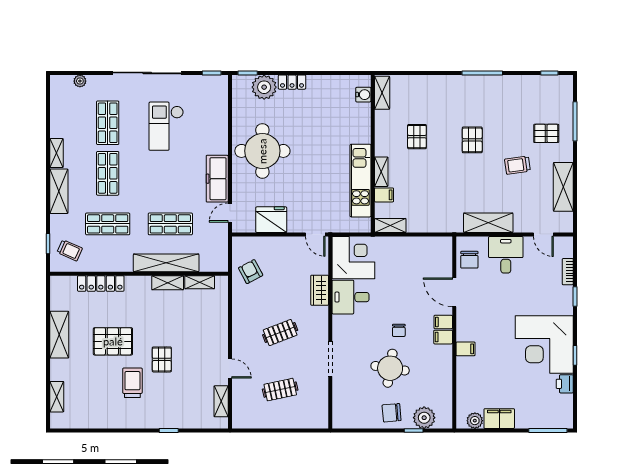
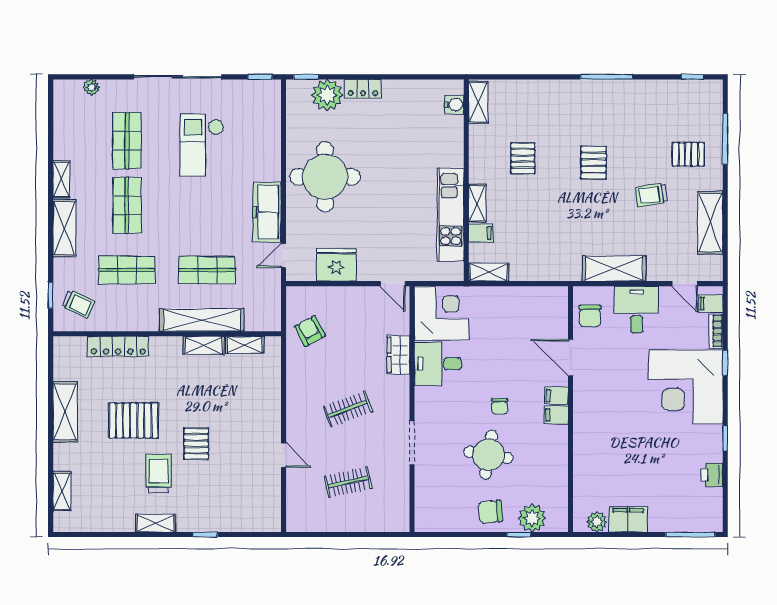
corner desk: (544, 344) -> (686, 387), moved
filing cabinet: (466, 349) -> (711, 303), moved, turned 180
shelving: (221, 401) -> (156, 523), moved, turned 90

